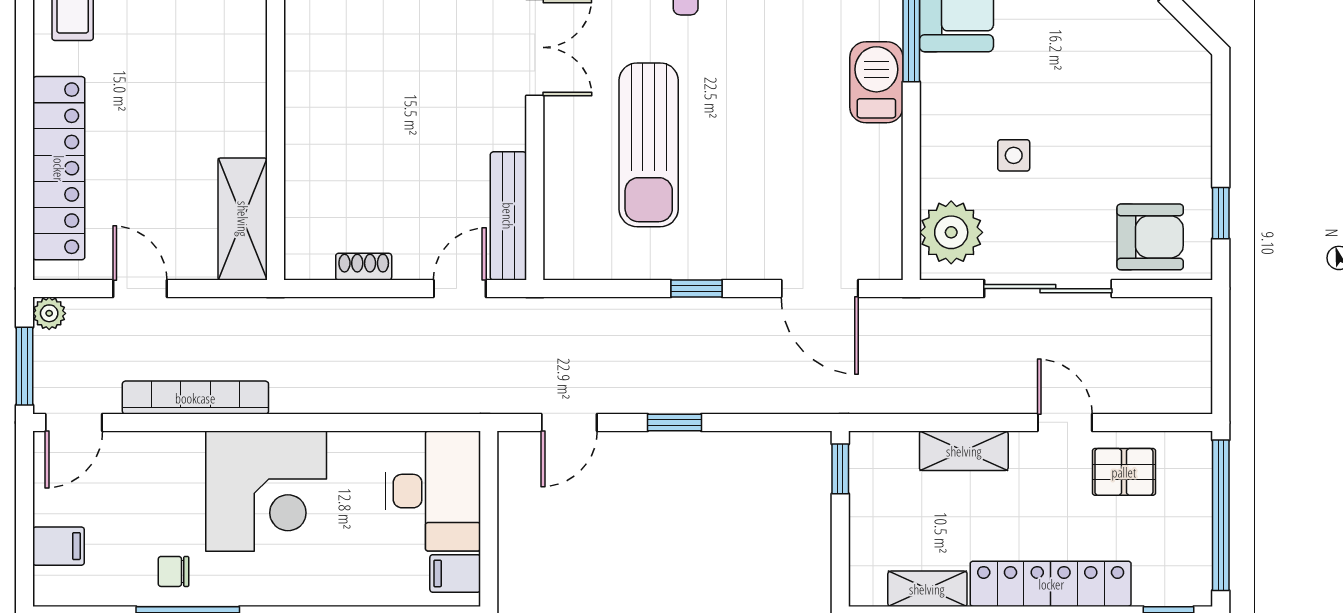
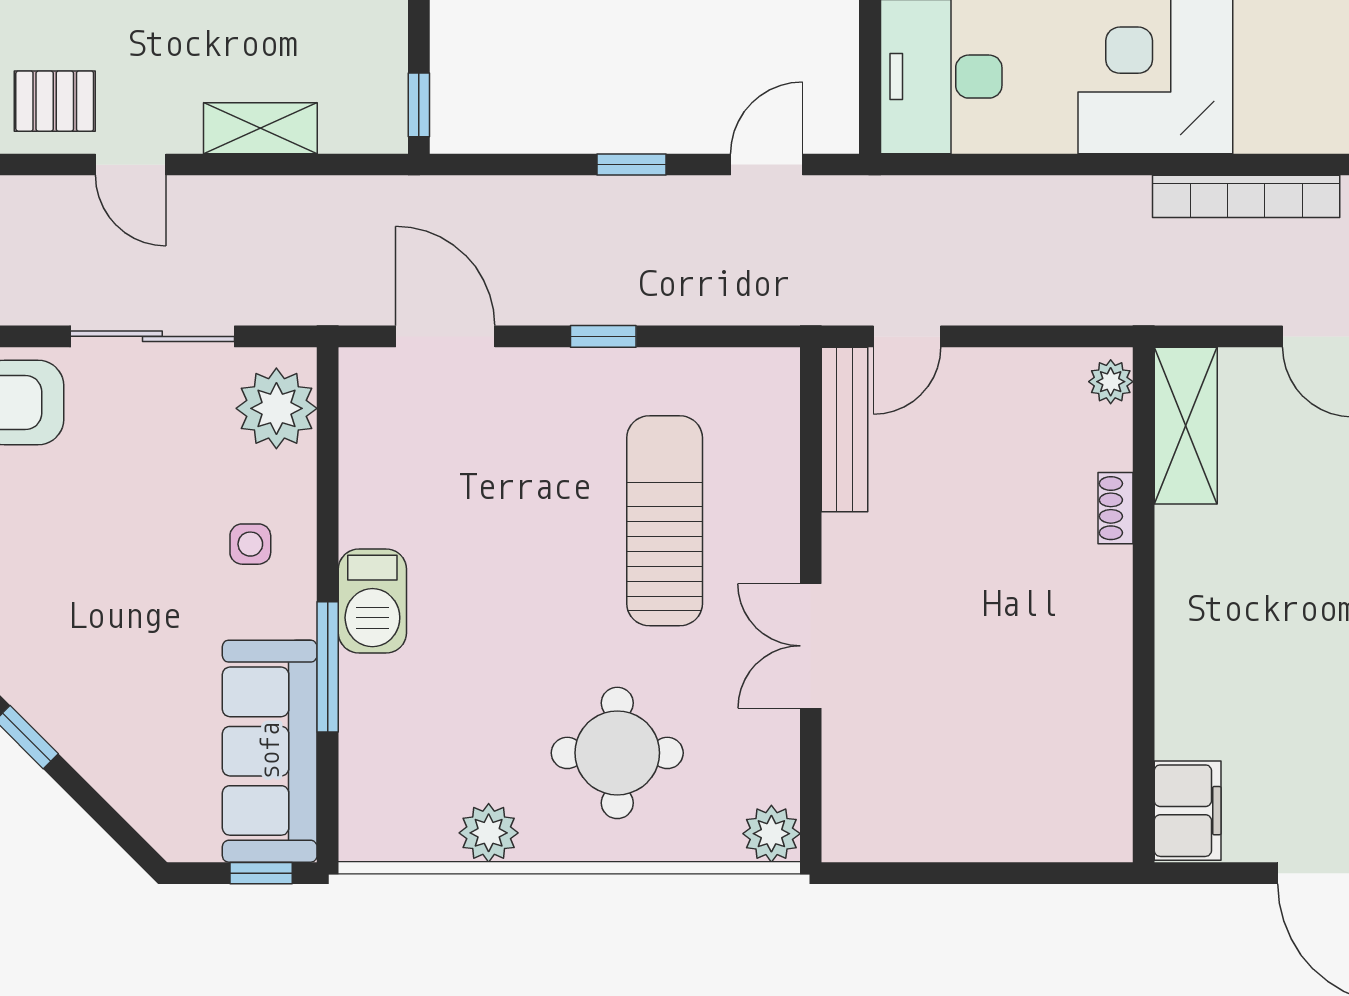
side table: (1014, 155) -> (250, 544), moved
plant: (301, 253) -> (1111, 382), added
shoe rack: (364, 267) -> (1115, 508), moved, turned 90

